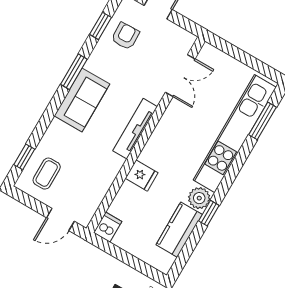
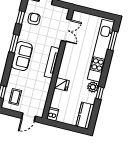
kitchen counter: (179, 230) -> (85, 116), moved

